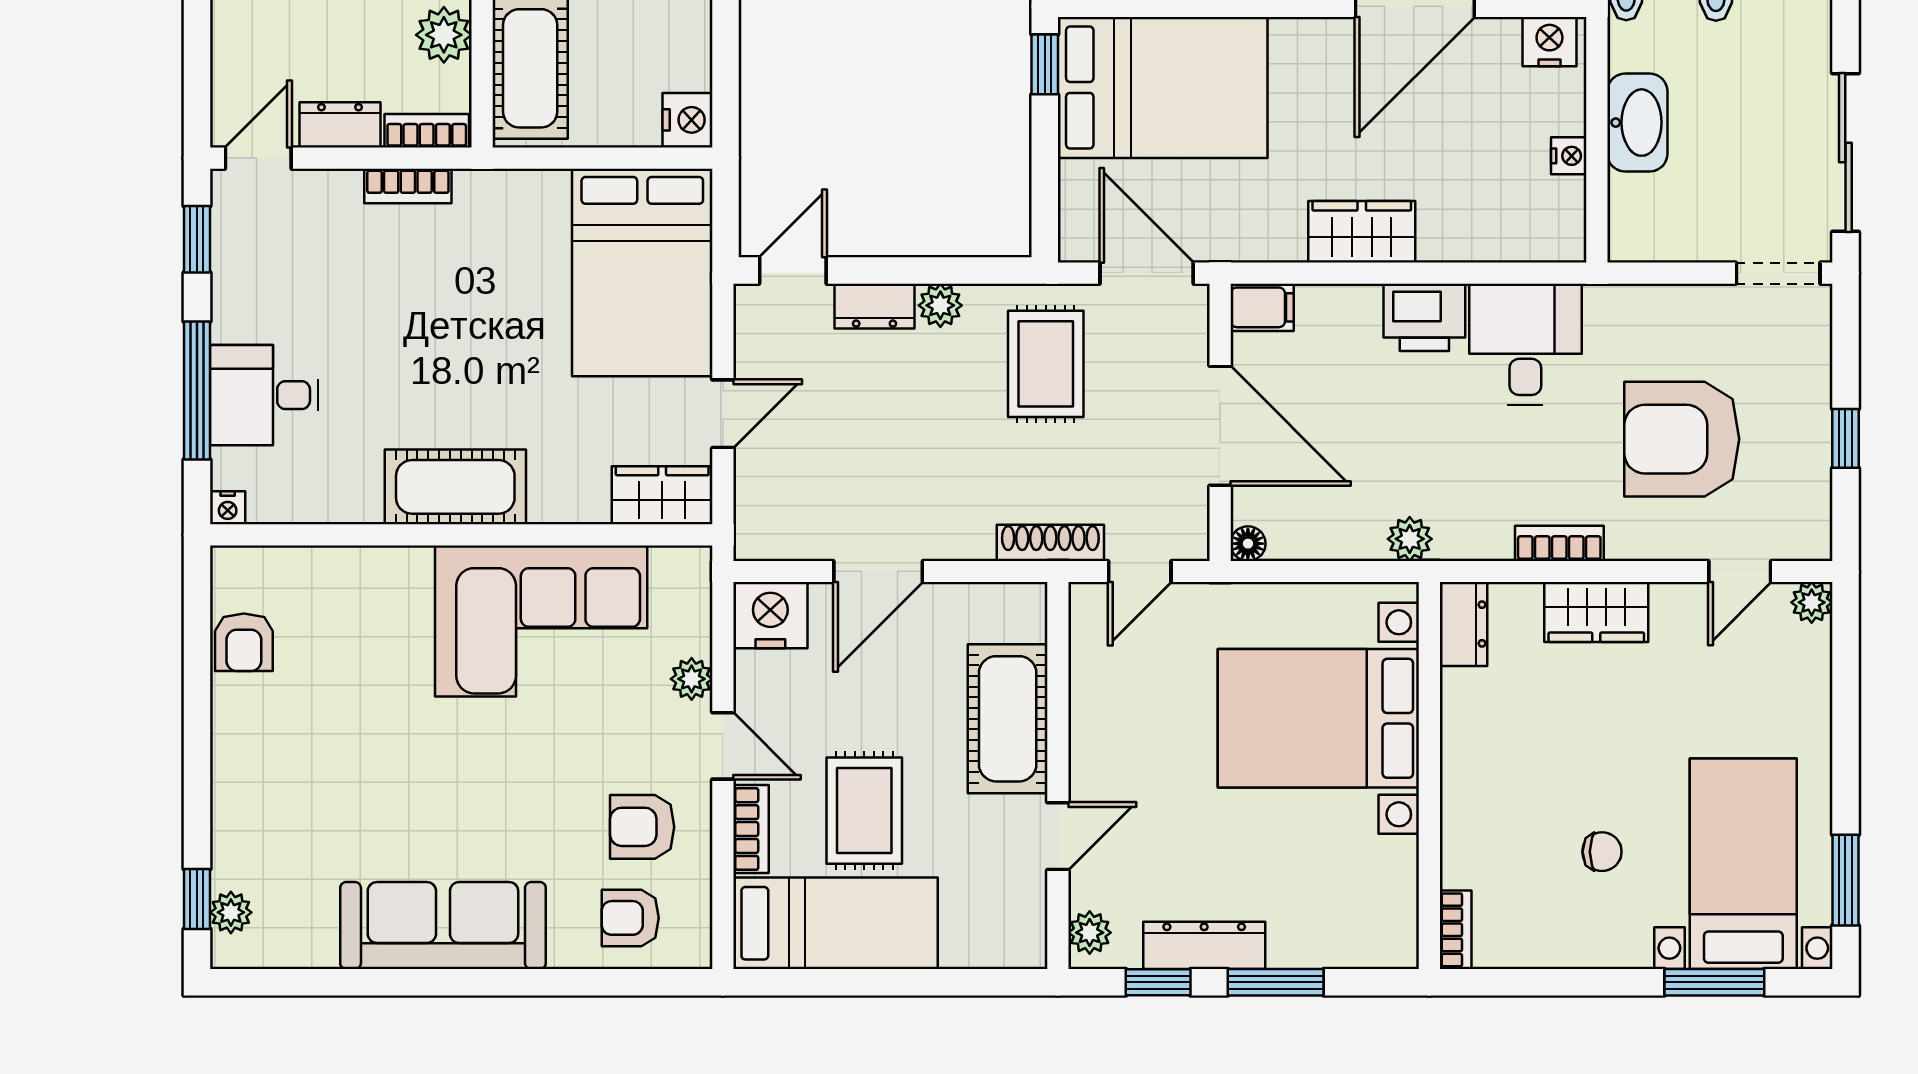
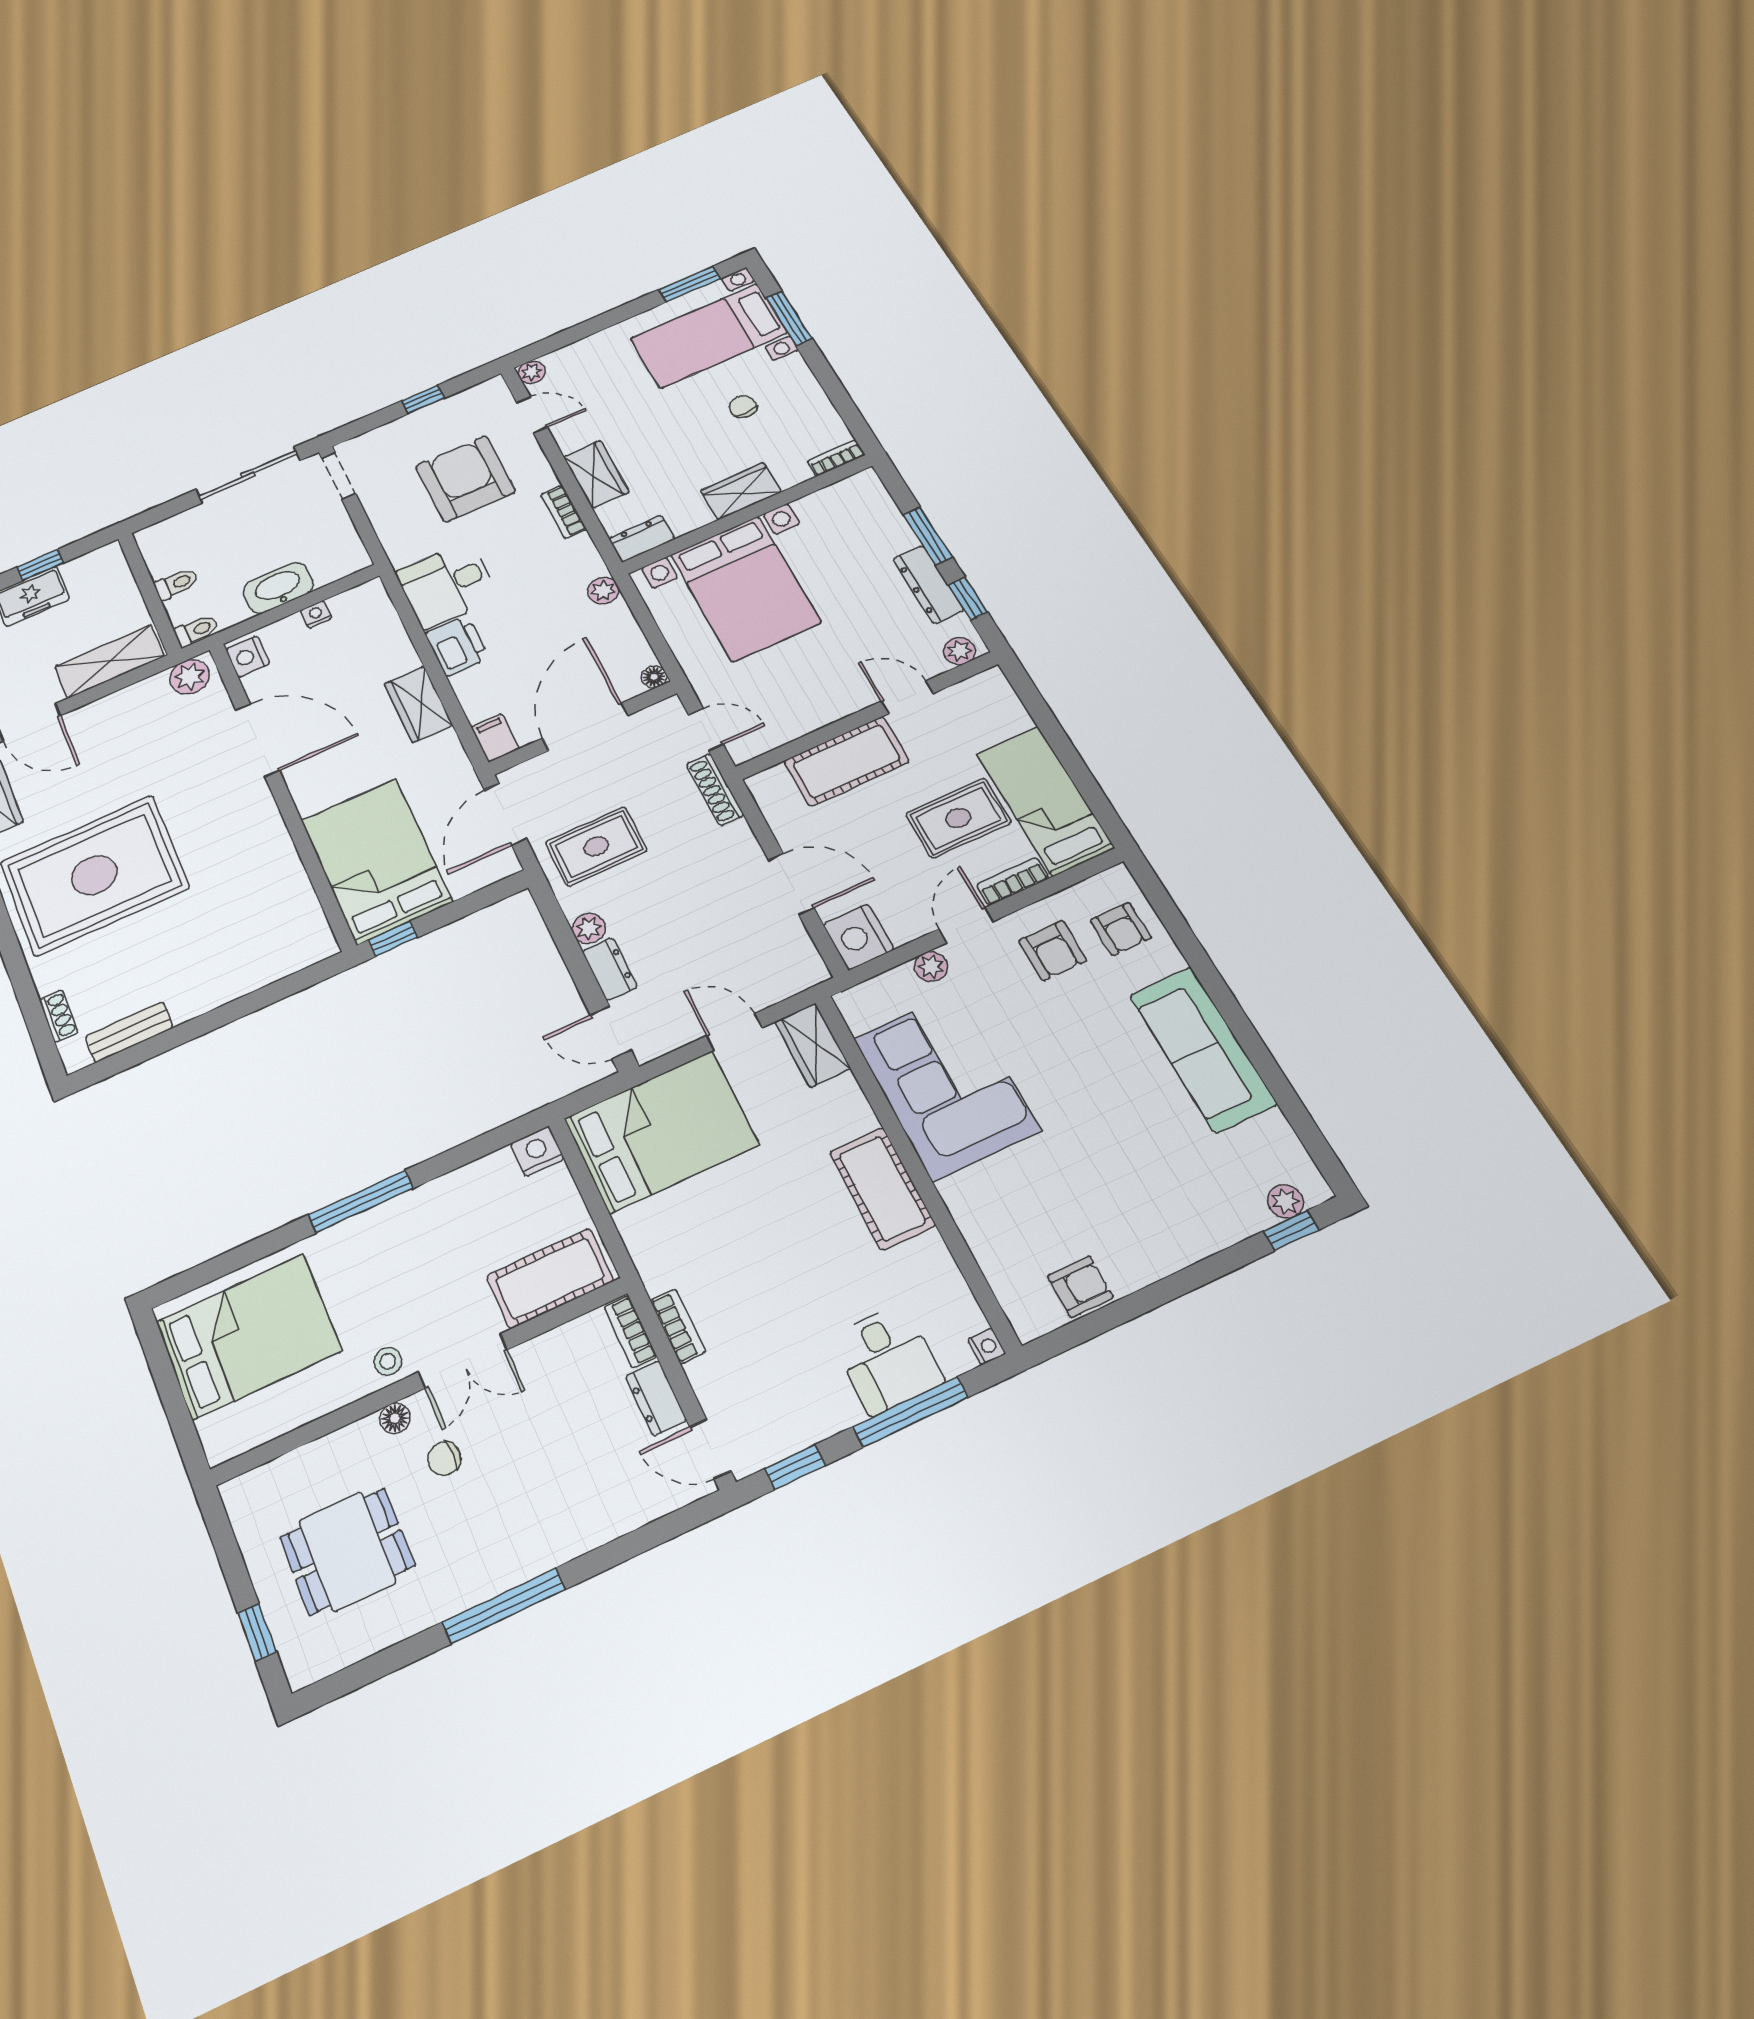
plant: (444, 35) -> (553, 1353), removed
armchair: (1682, 439) -> (466, 479), turned 180
wardrobe: (1469, 784) -> (741, 491), added

